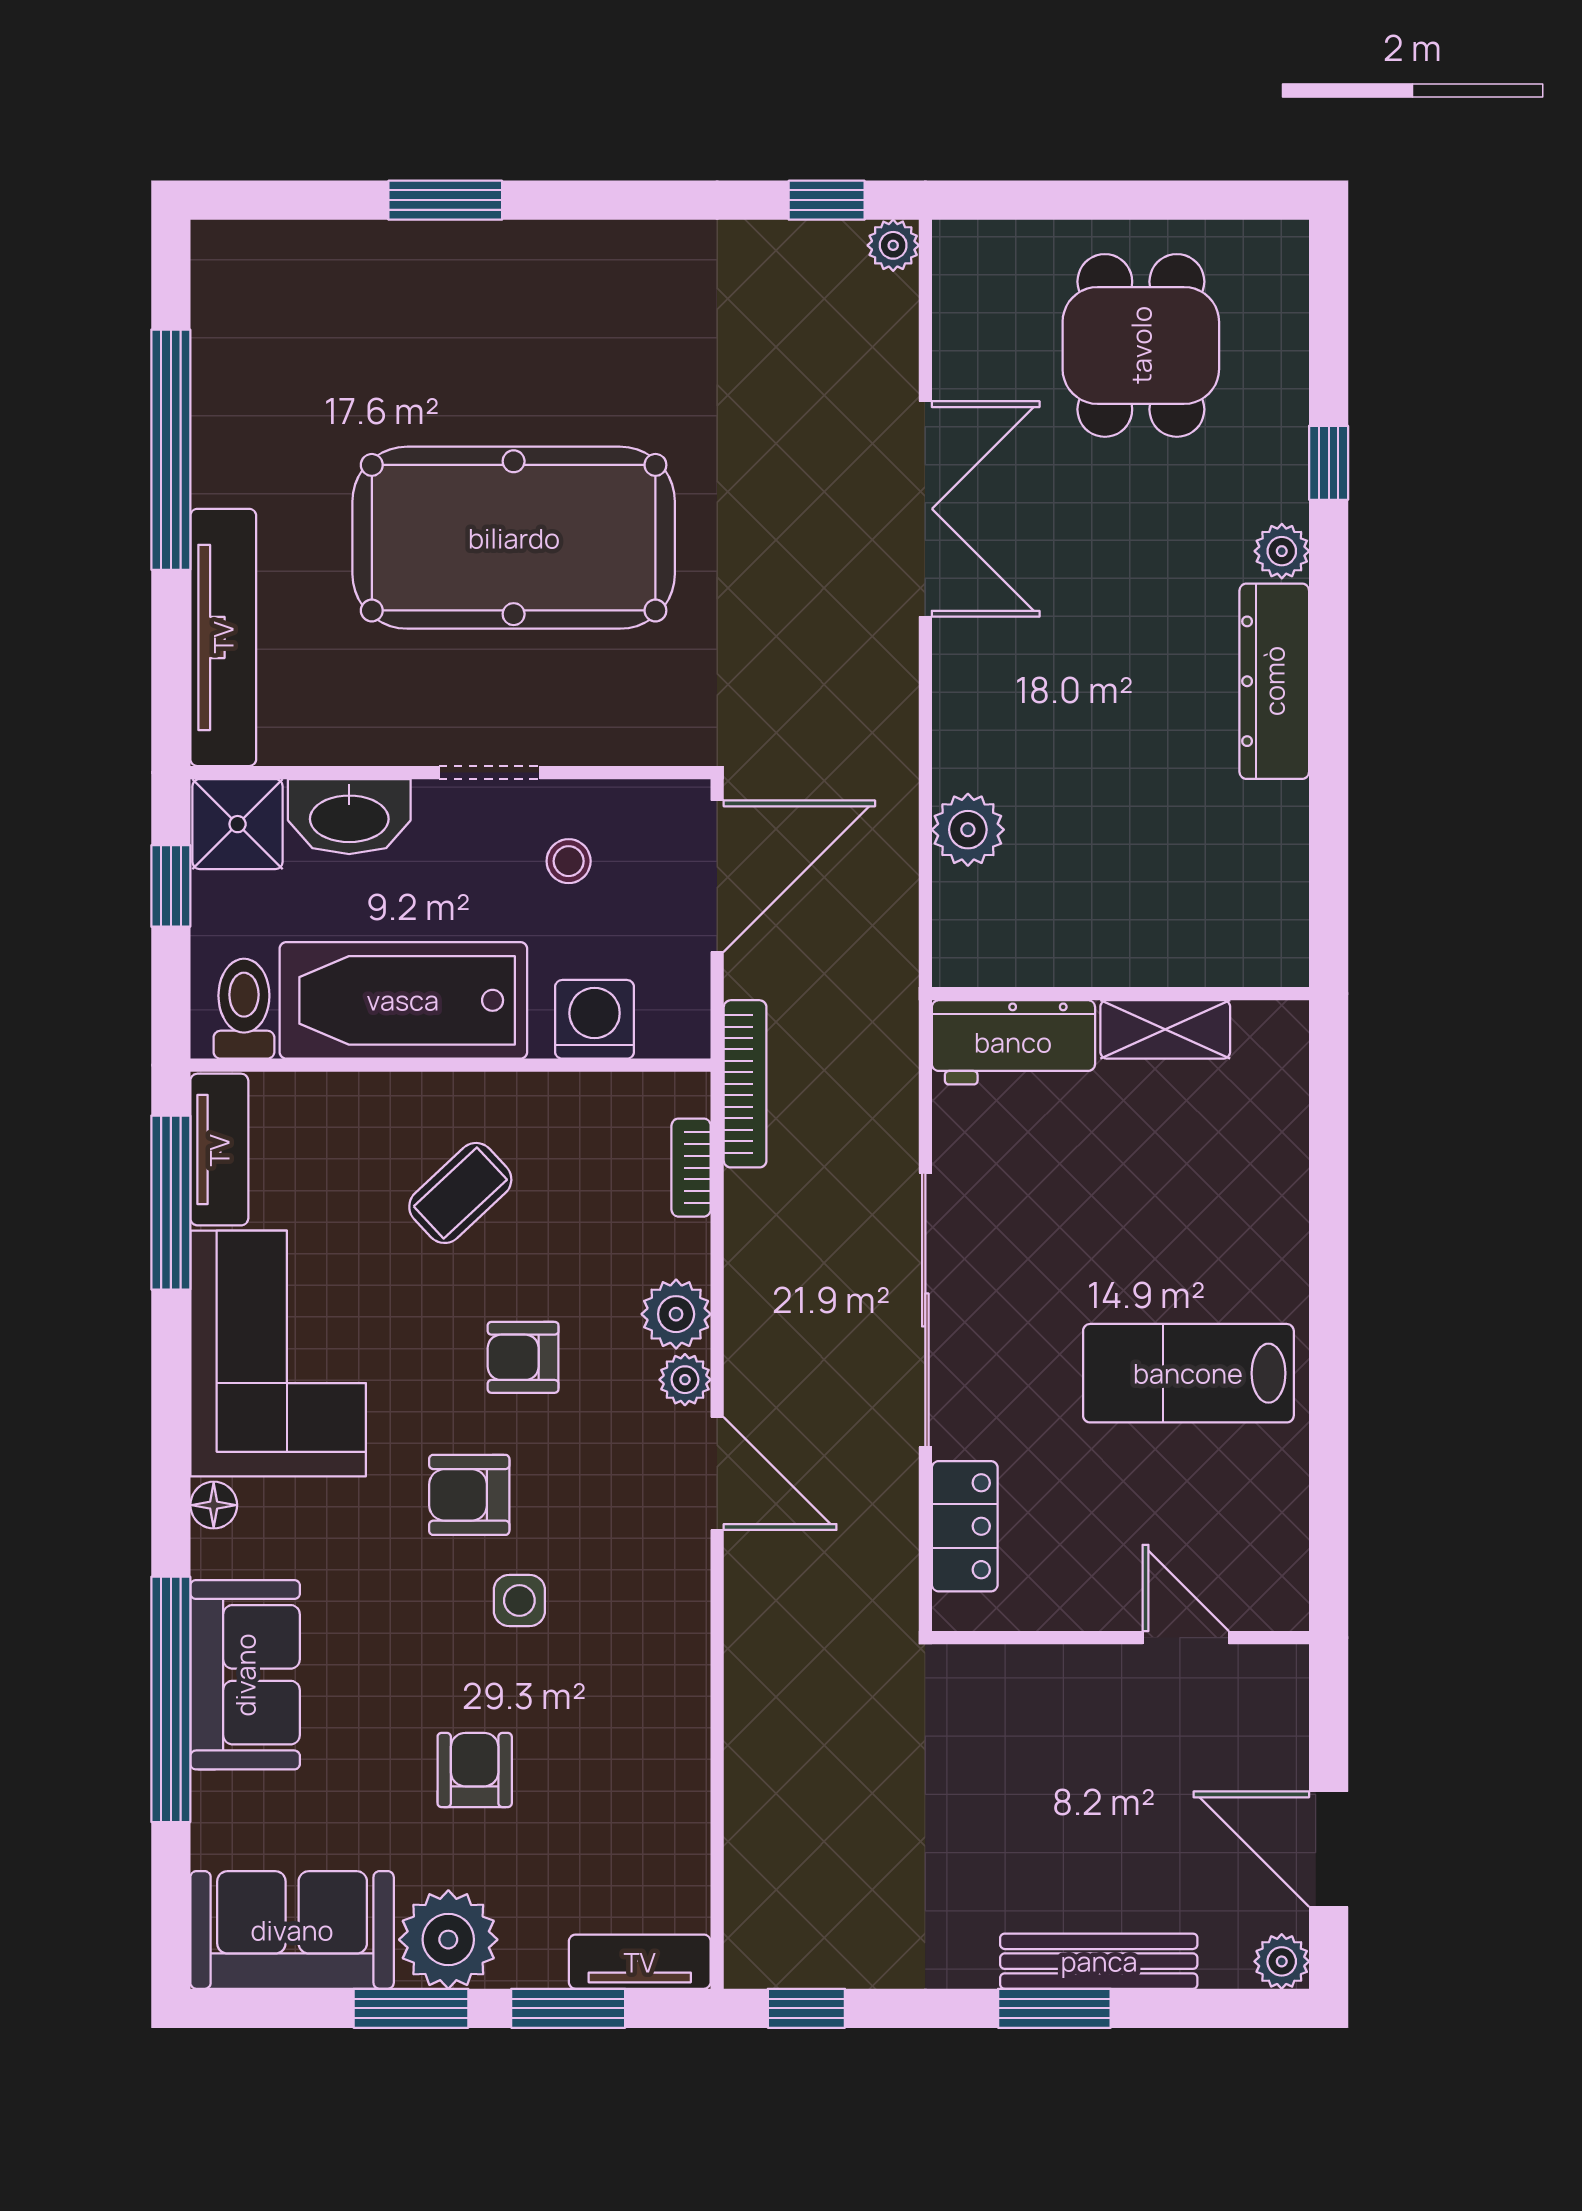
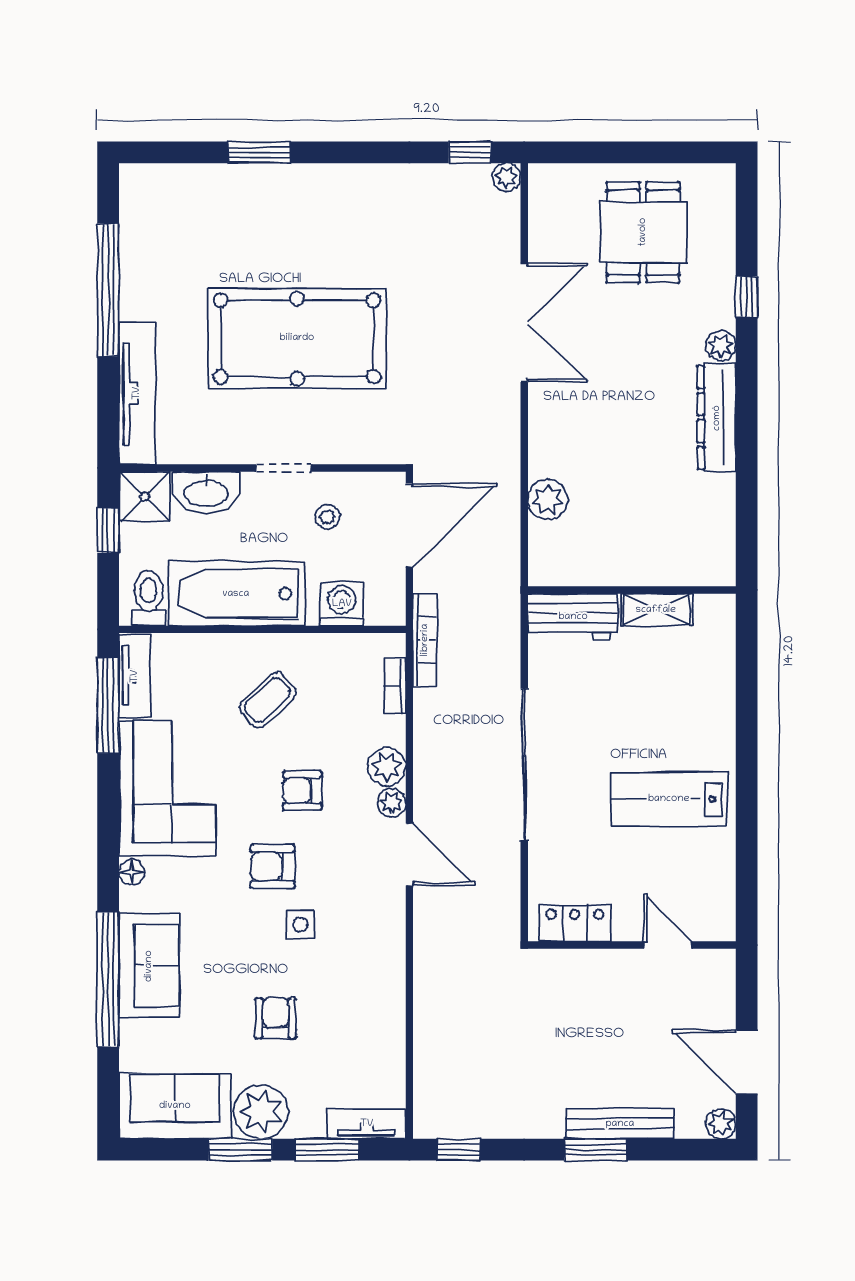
locker: (965, 1526) -> (575, 923), moved, turned -90

